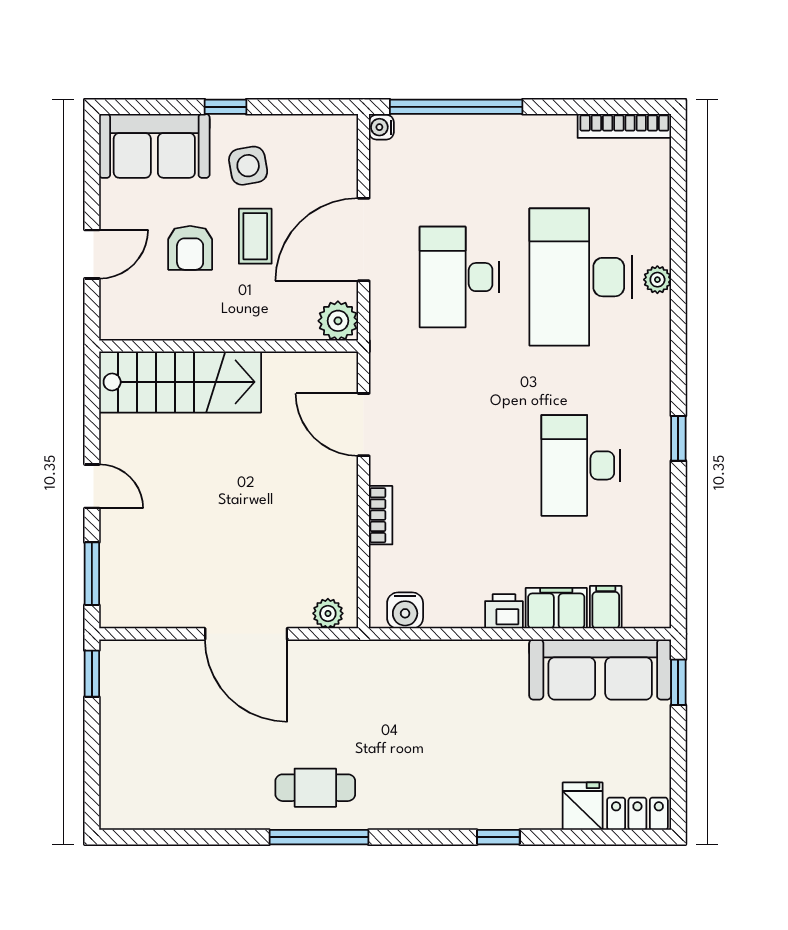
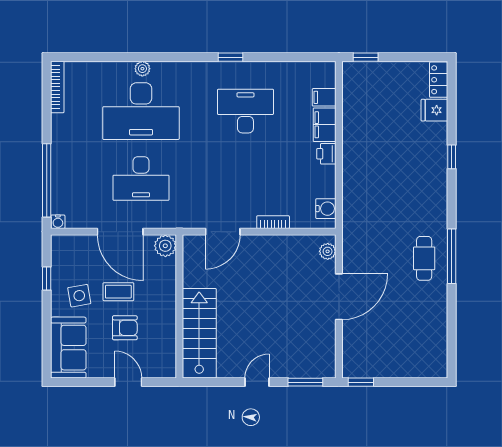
window: (226, 107) -> (47, 279), moved
desk: (581, 465) -> (245, 111), turned 180
sofa: (600, 669) -> (359, 100), removed

